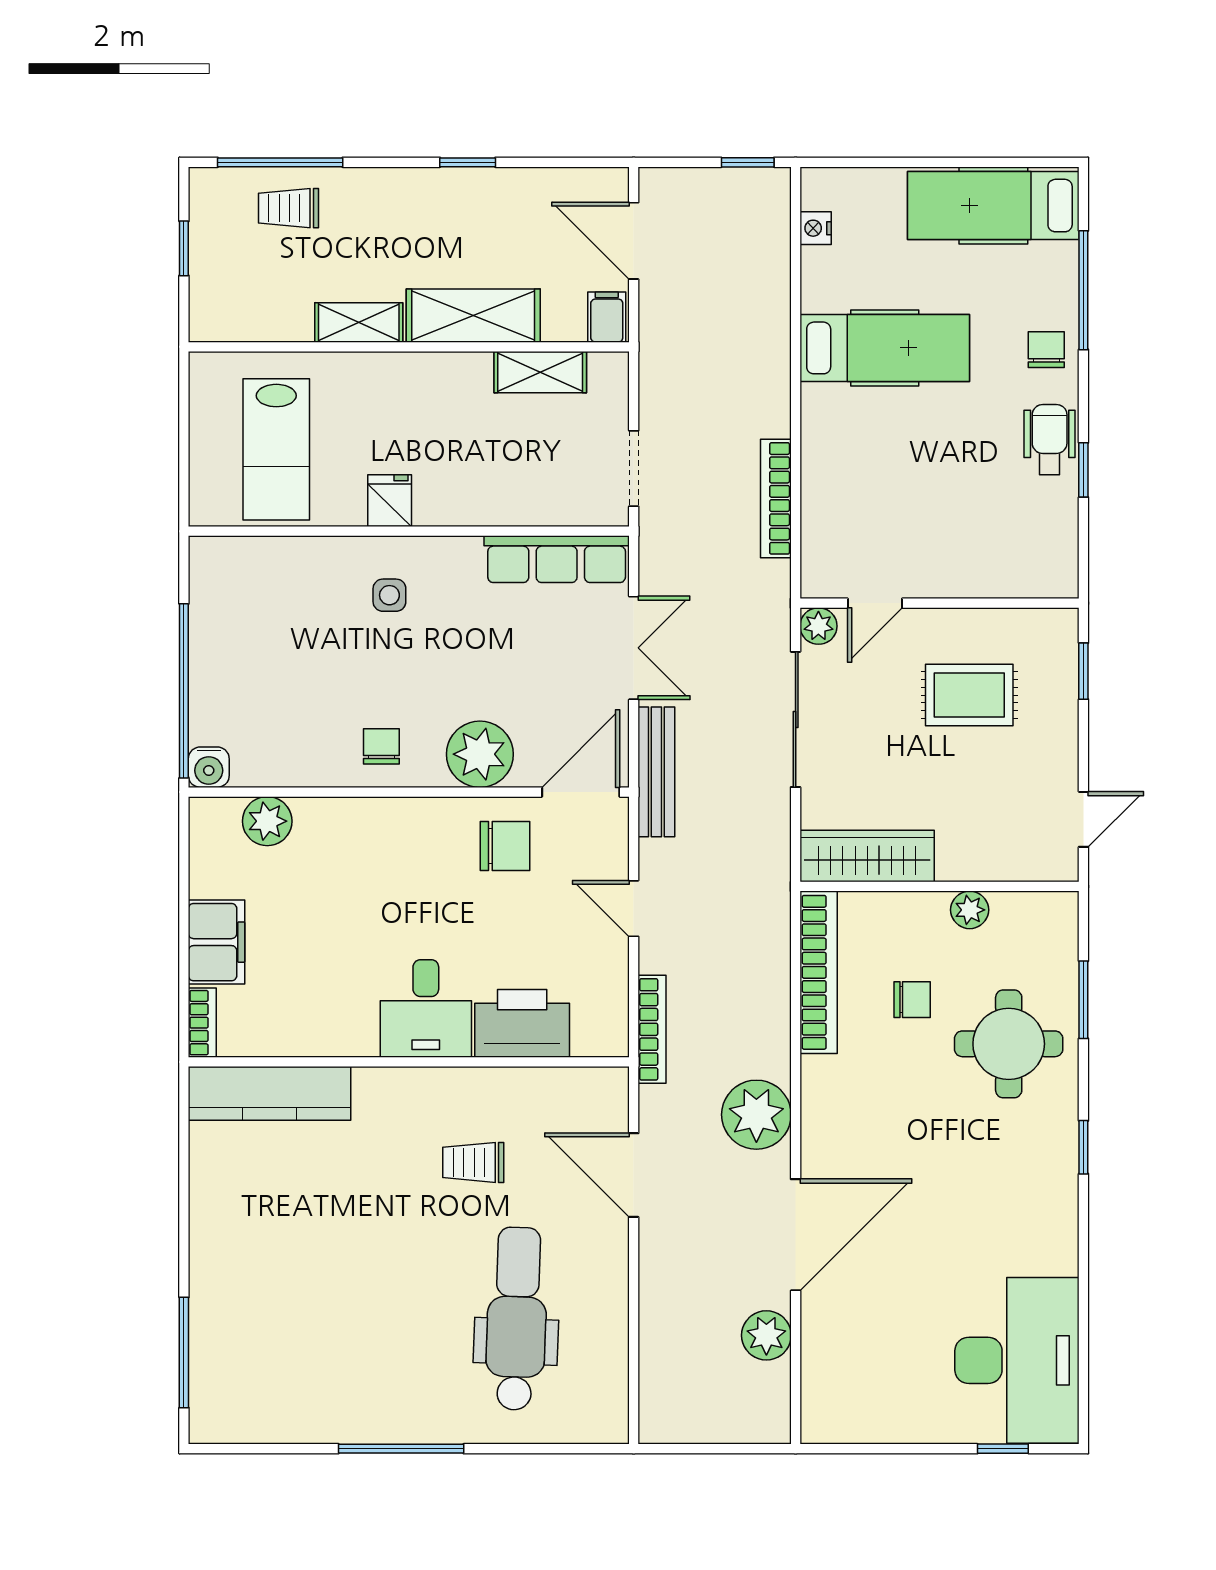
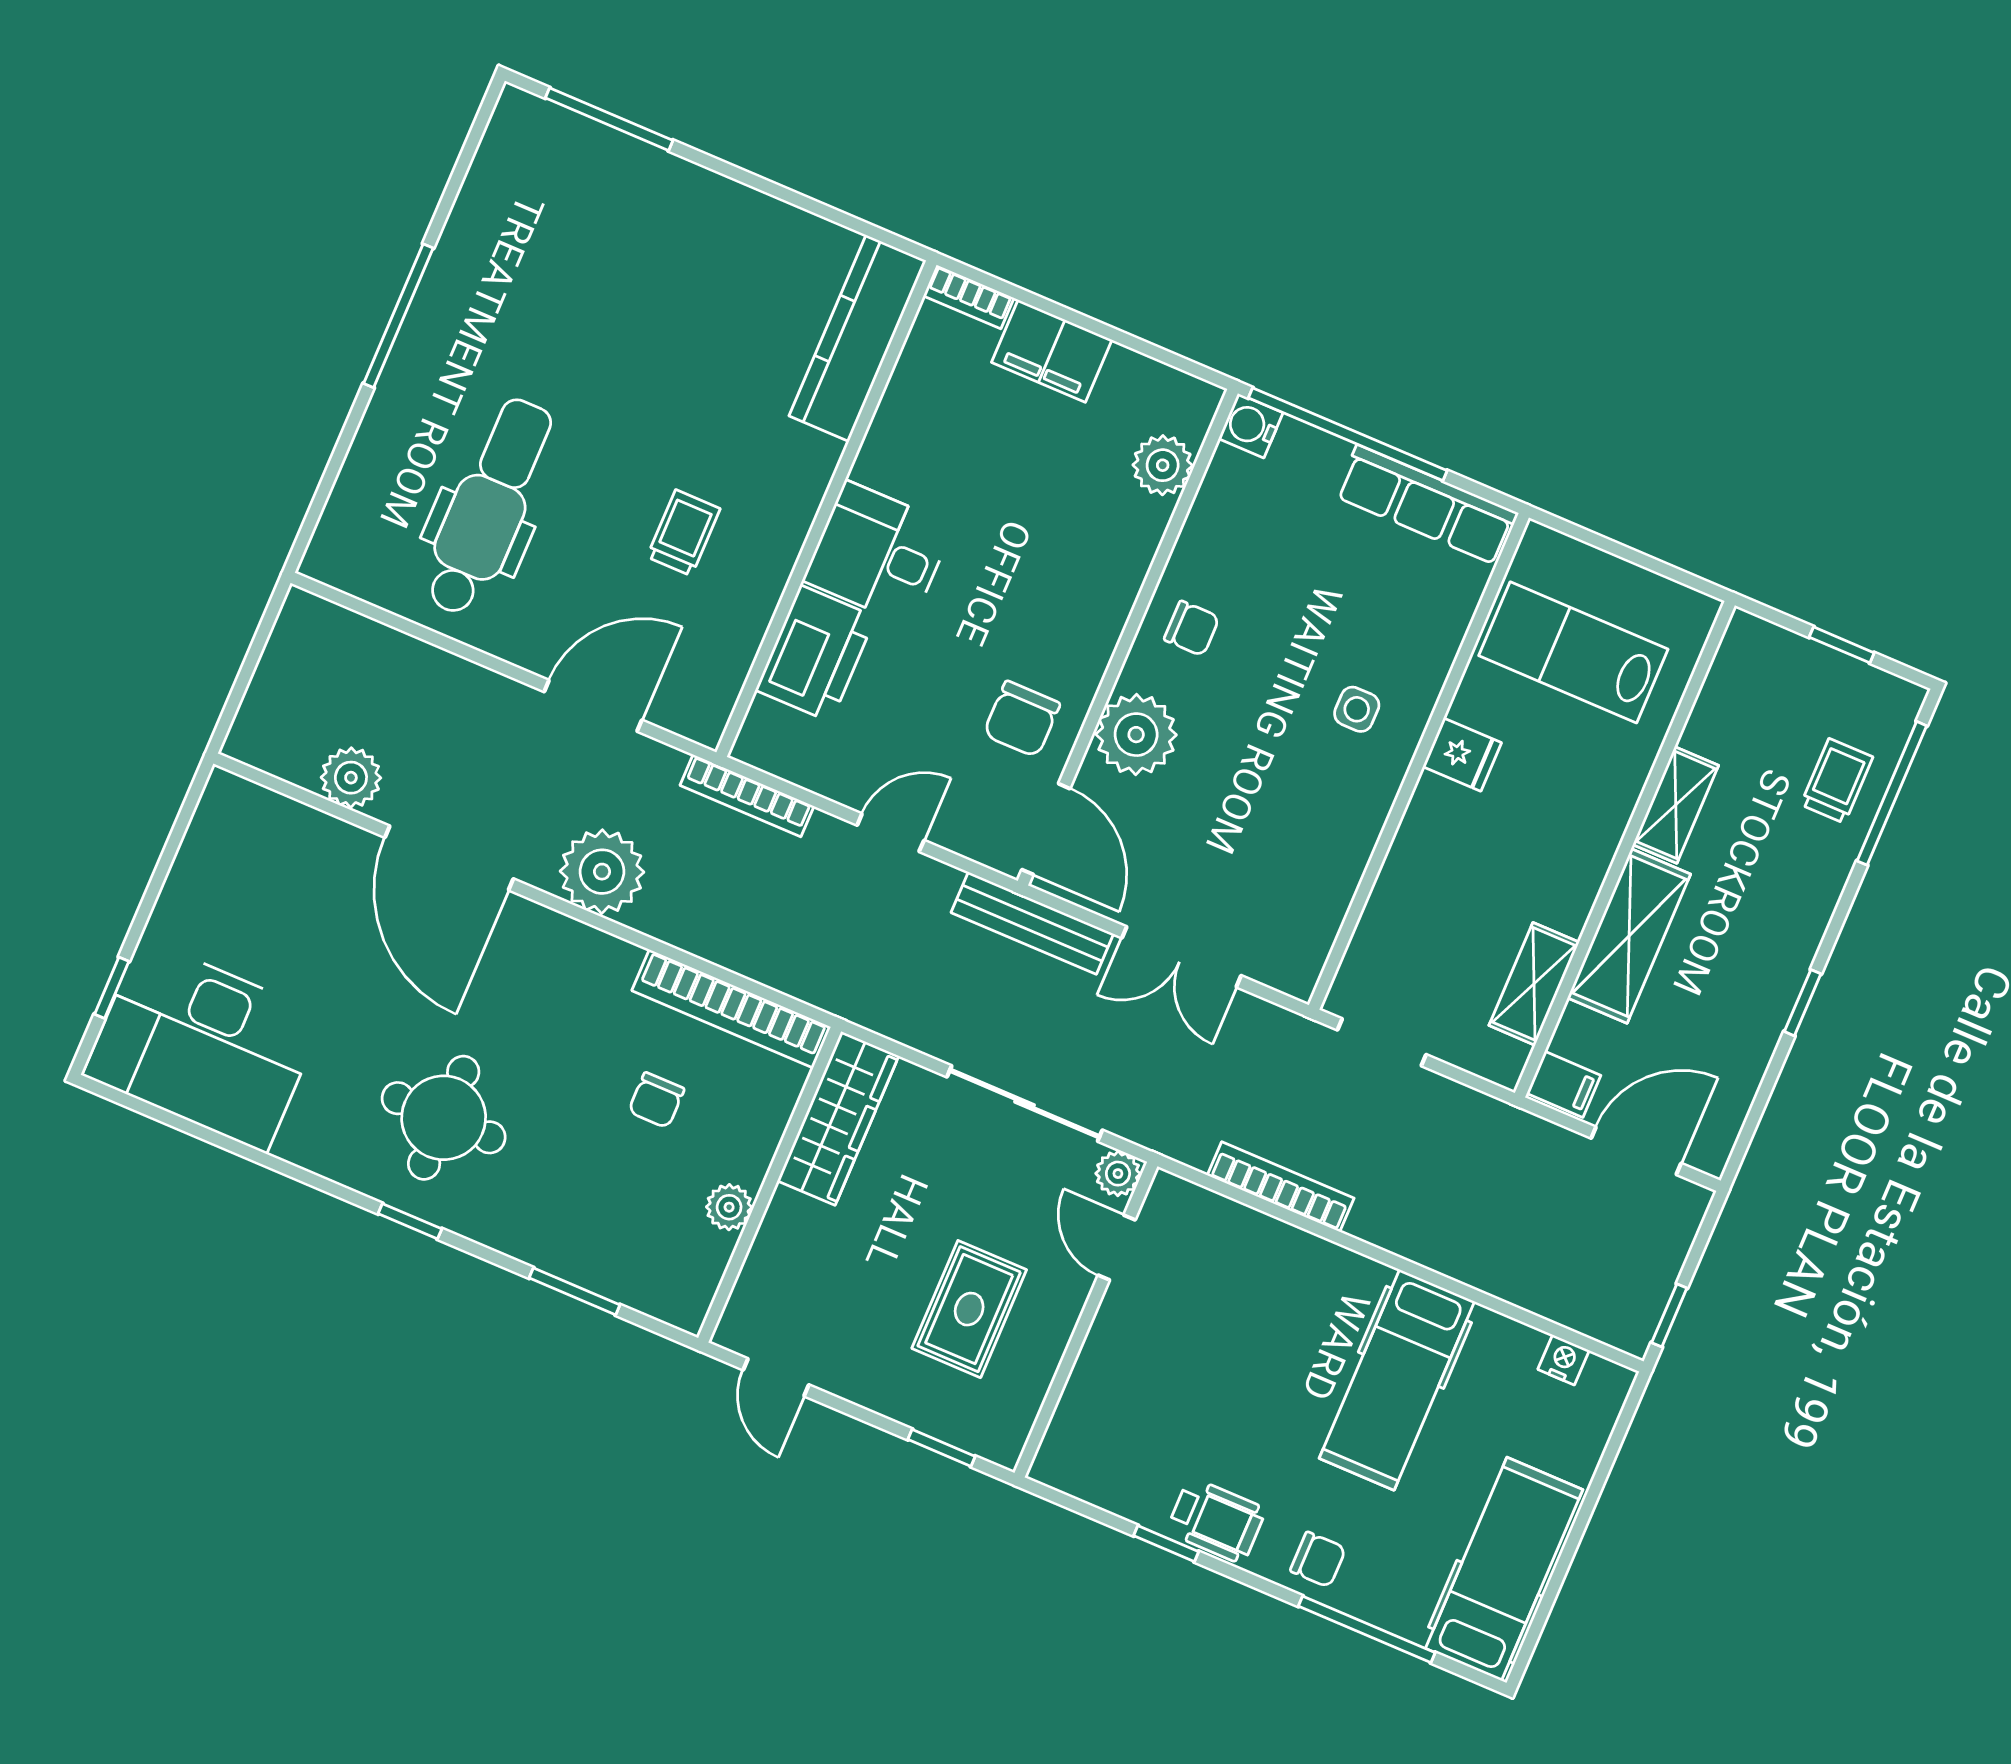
row of seats: (557, 559) -> (1427, 505), moved, turned -90
round table: (1009, 1044) -> (444, 1118), moved
dental chair: (517, 1319) -> (489, 507), turned -92

